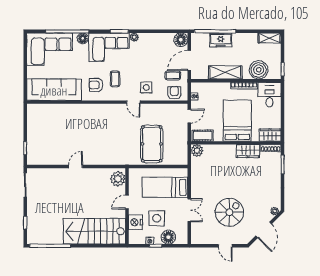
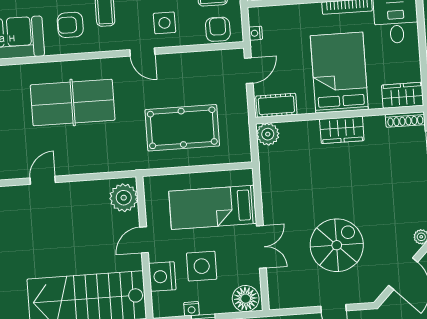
table tennis table: (94, 126) -> (73, 103), added
pool table: (152, 144) -> (182, 128), turned 90
wardrobe: (248, 151) -> (342, 130), moved
floor lamp: (168, 237) -> (246, 299), moved

